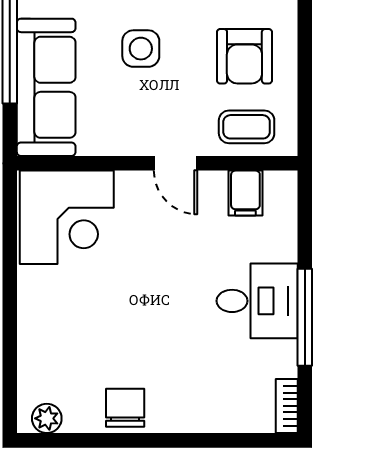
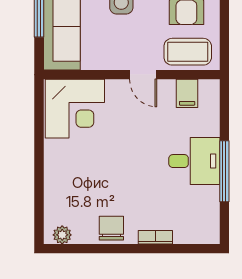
coffee table: (247, 127) -> (188, 52), width x1.36, depth x1.30
bookcase: (287, 406) -> (155, 237), moved, turned 90

